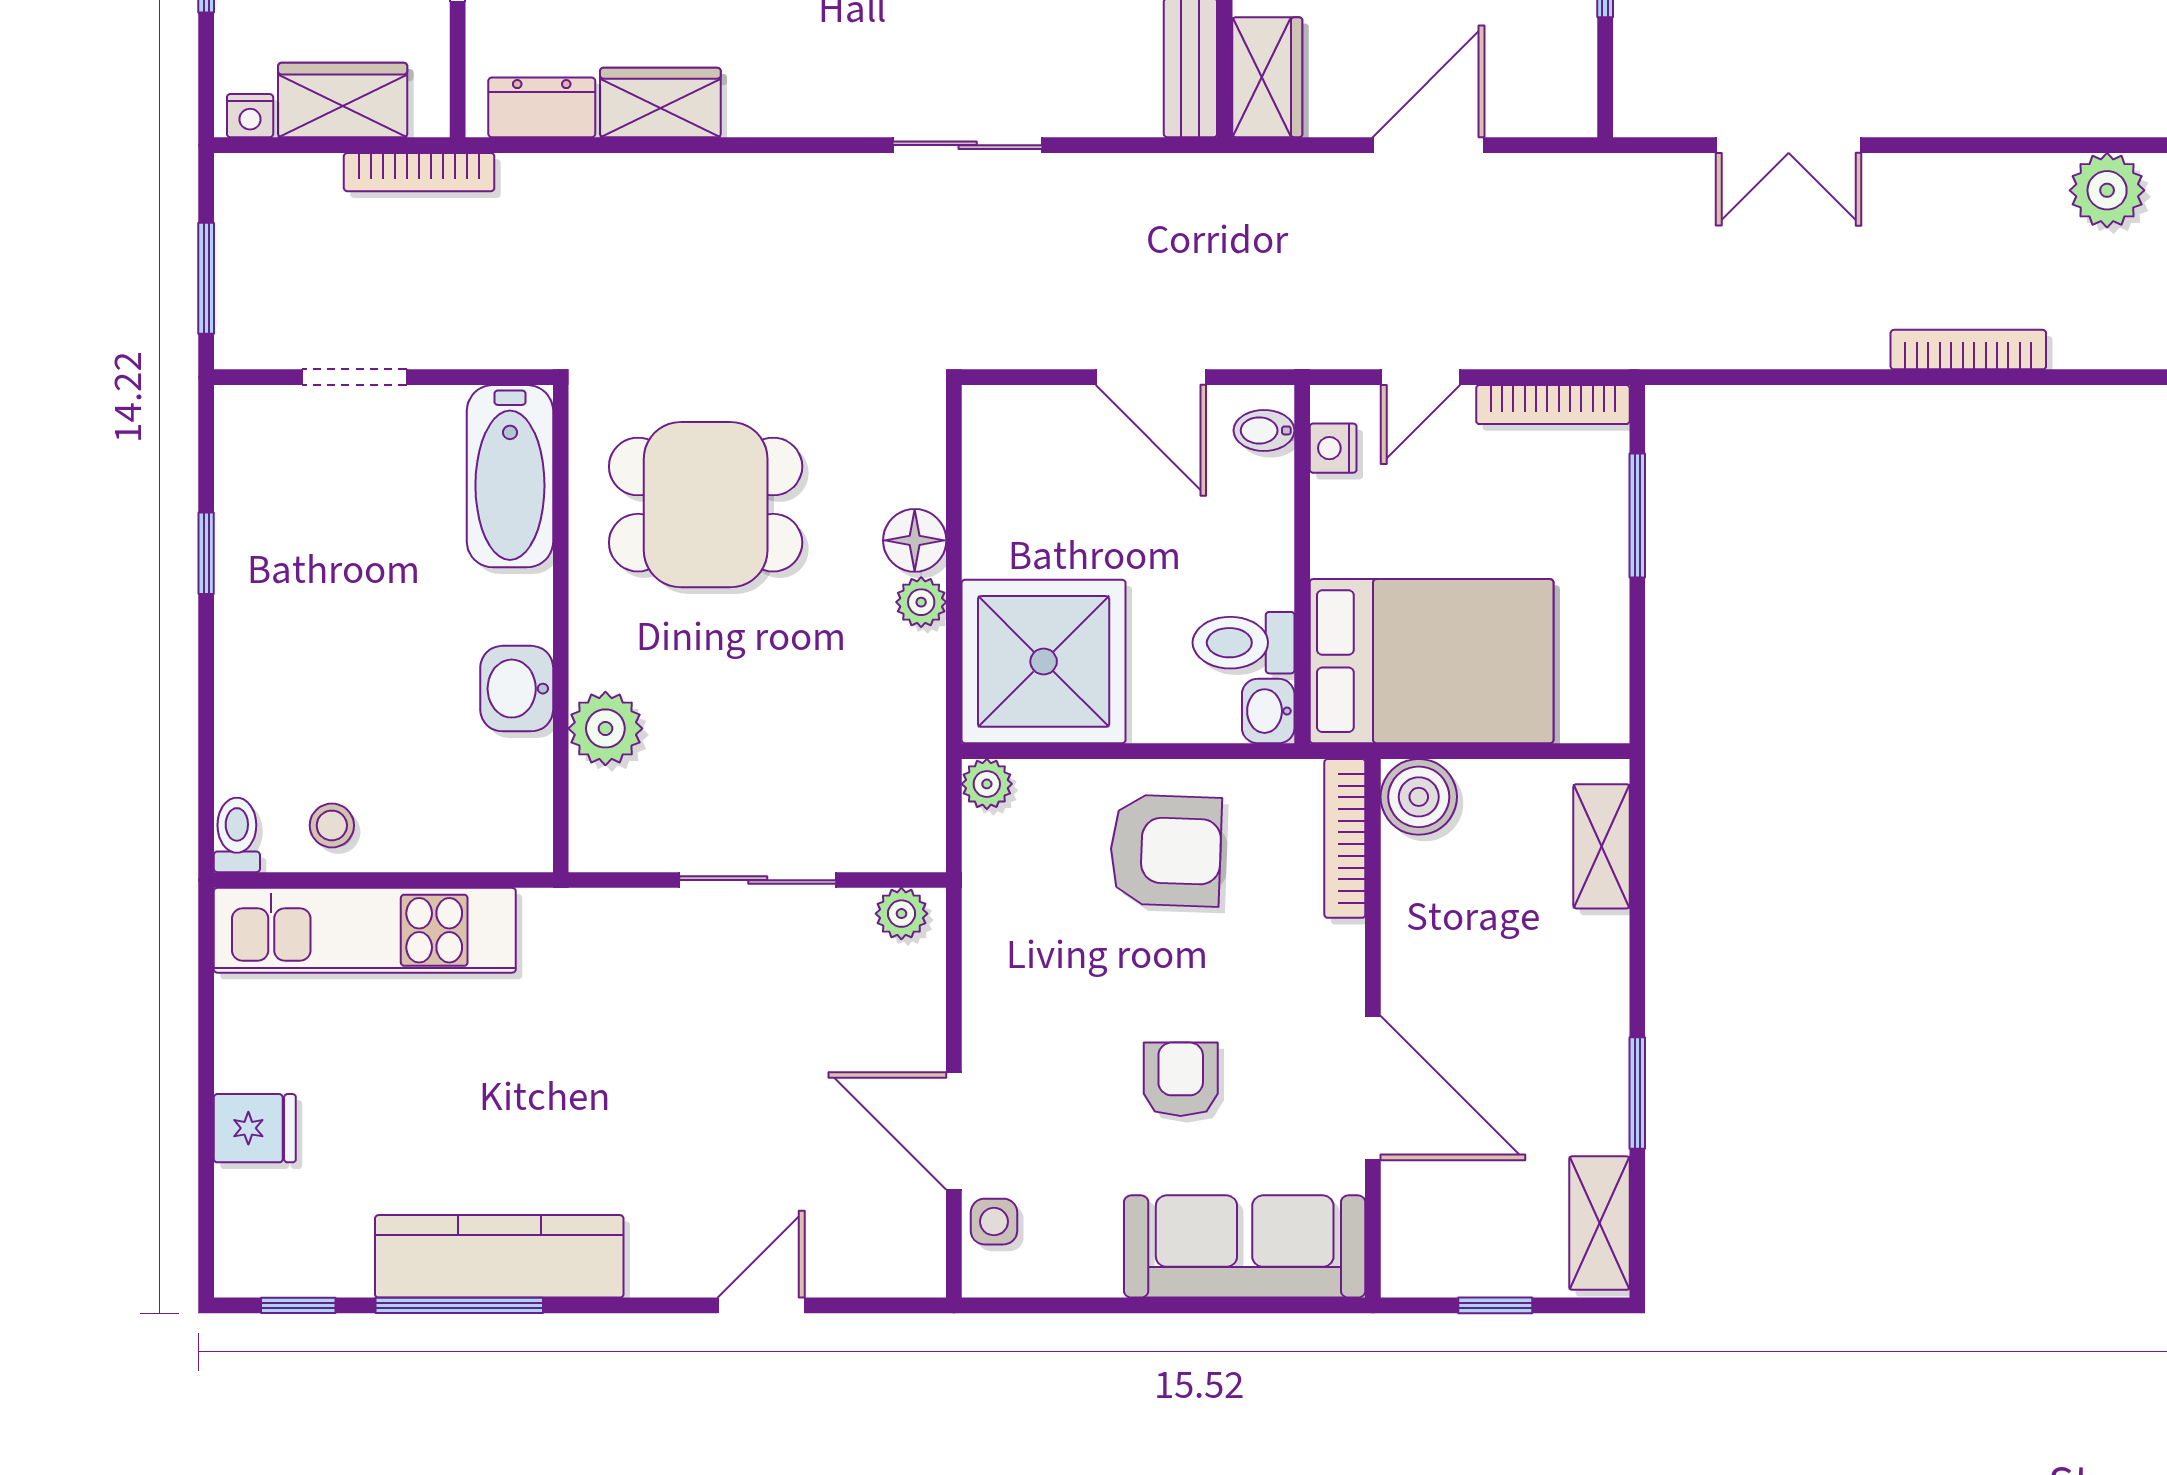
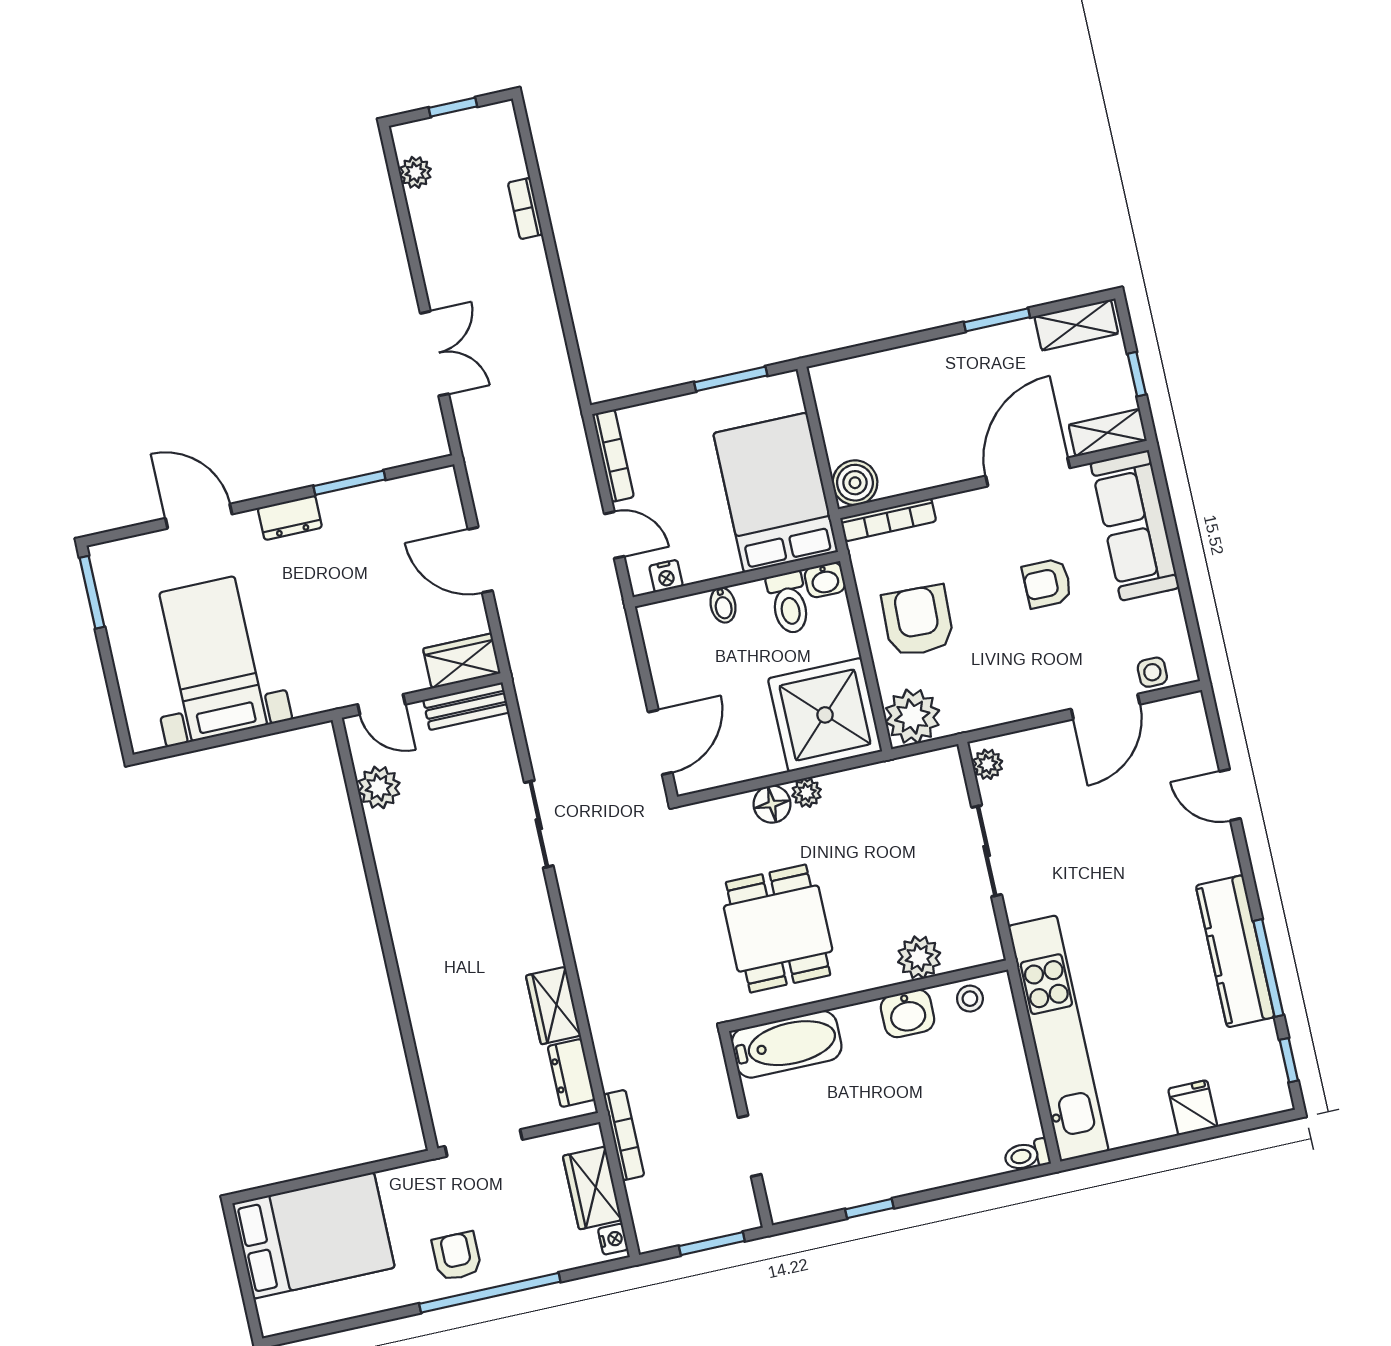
plant: (2107, 190) -> (415, 172), width x0.73, depth x0.73
bookcase: (1968, 350) -> (525, 209), width x0.64
door: (1151, 377) -> (660, 742), moved
bidet: (1264, 430) -> (723, 605), moved
window: (1637, 515) -> (731, 379), moved
plant: (987, 784) -> (912, 716), width x1.88, depth x1.88
stool: (332, 825) -> (970, 999), moved
shelving: (1601, 846) -> (1108, 433), moved
kitchen unit: (365, 930) -> (1058, 1038), width x1.36

